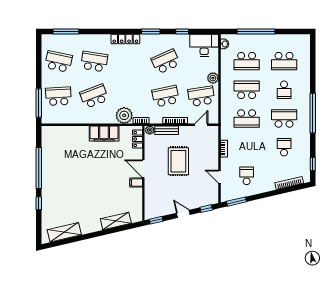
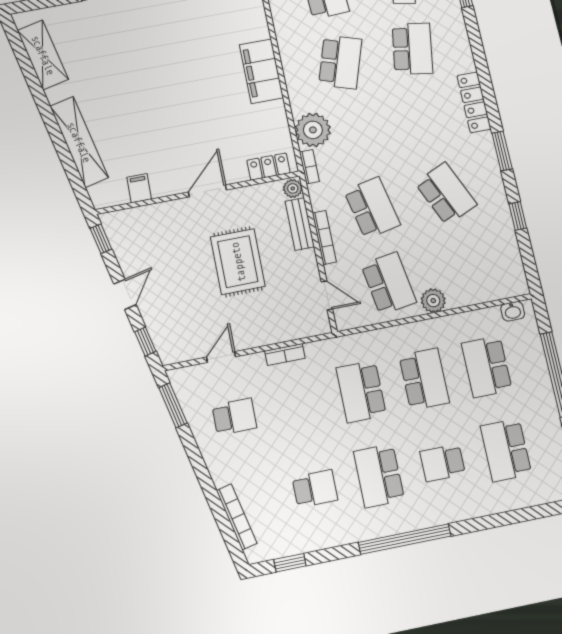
desk: (204, 45) -> (499, 268), removed
school desk: (94, 96) -> (340, 62), turned 39
school desk: (284, 118) -> (379, 476), turned 180
filing cabinet: (104, 133) -> (261, 71), moved
rug: (178, 161) -> (238, 262), turned 90
filing cabinet: (136, 182) -> (139, 188), moved
shelving: (116, 221) -> (79, 142), width x1.47

